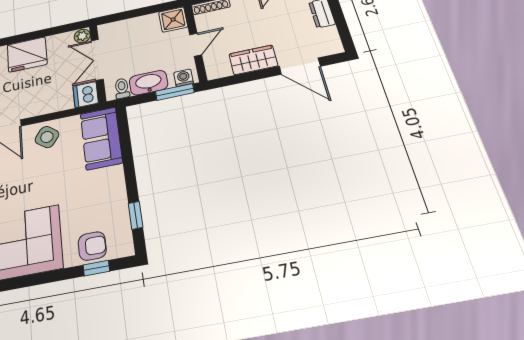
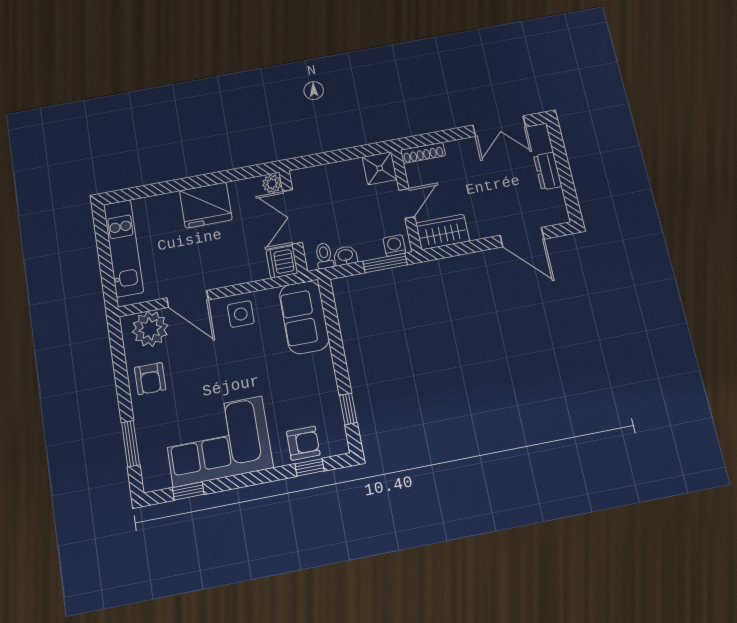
wardrobe: (253, 60) -> (443, 232), moved
washbasin: (149, 83) -> (345, 256), width x0.52, depth x0.69
side table: (47, 137) -> (241, 314), turned -37

